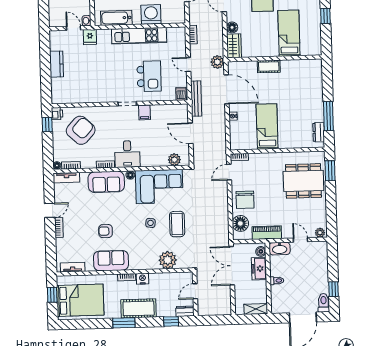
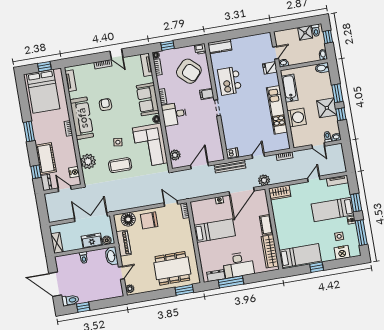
floor lamp: (232, 27) -> (295, 189), removed
bed: (289, 33) -> (300, 256), moved
kitchen counter: (57, 64) -> (220, 46), moved
wardrobe: (300, 67) -> (270, 251), added
kitchen island: (149, 76) -> (230, 81), moved, turned 90
desk: (310, 105) -> (238, 265), added
filing cabinet: (144, 112) -> (207, 94), moved
window: (47, 125) -> (168, 46), moved
dining table: (303, 181) -> (172, 268), turned 90
sofa: (111, 261) -> (82, 118), width x1.36
nightstand: (143, 279) -> (74, 172), moved
cot: (139, 308) -> (46, 159), moved

